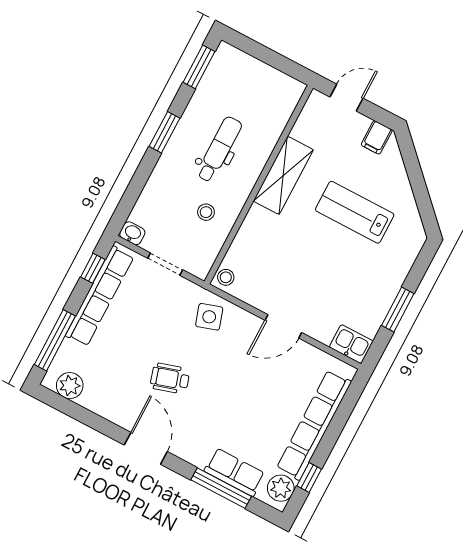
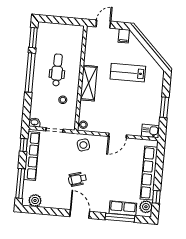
window: (165, 132) -> (30, 73), width x2.11
shelving: (283, 175) -> (89, 83), moved

